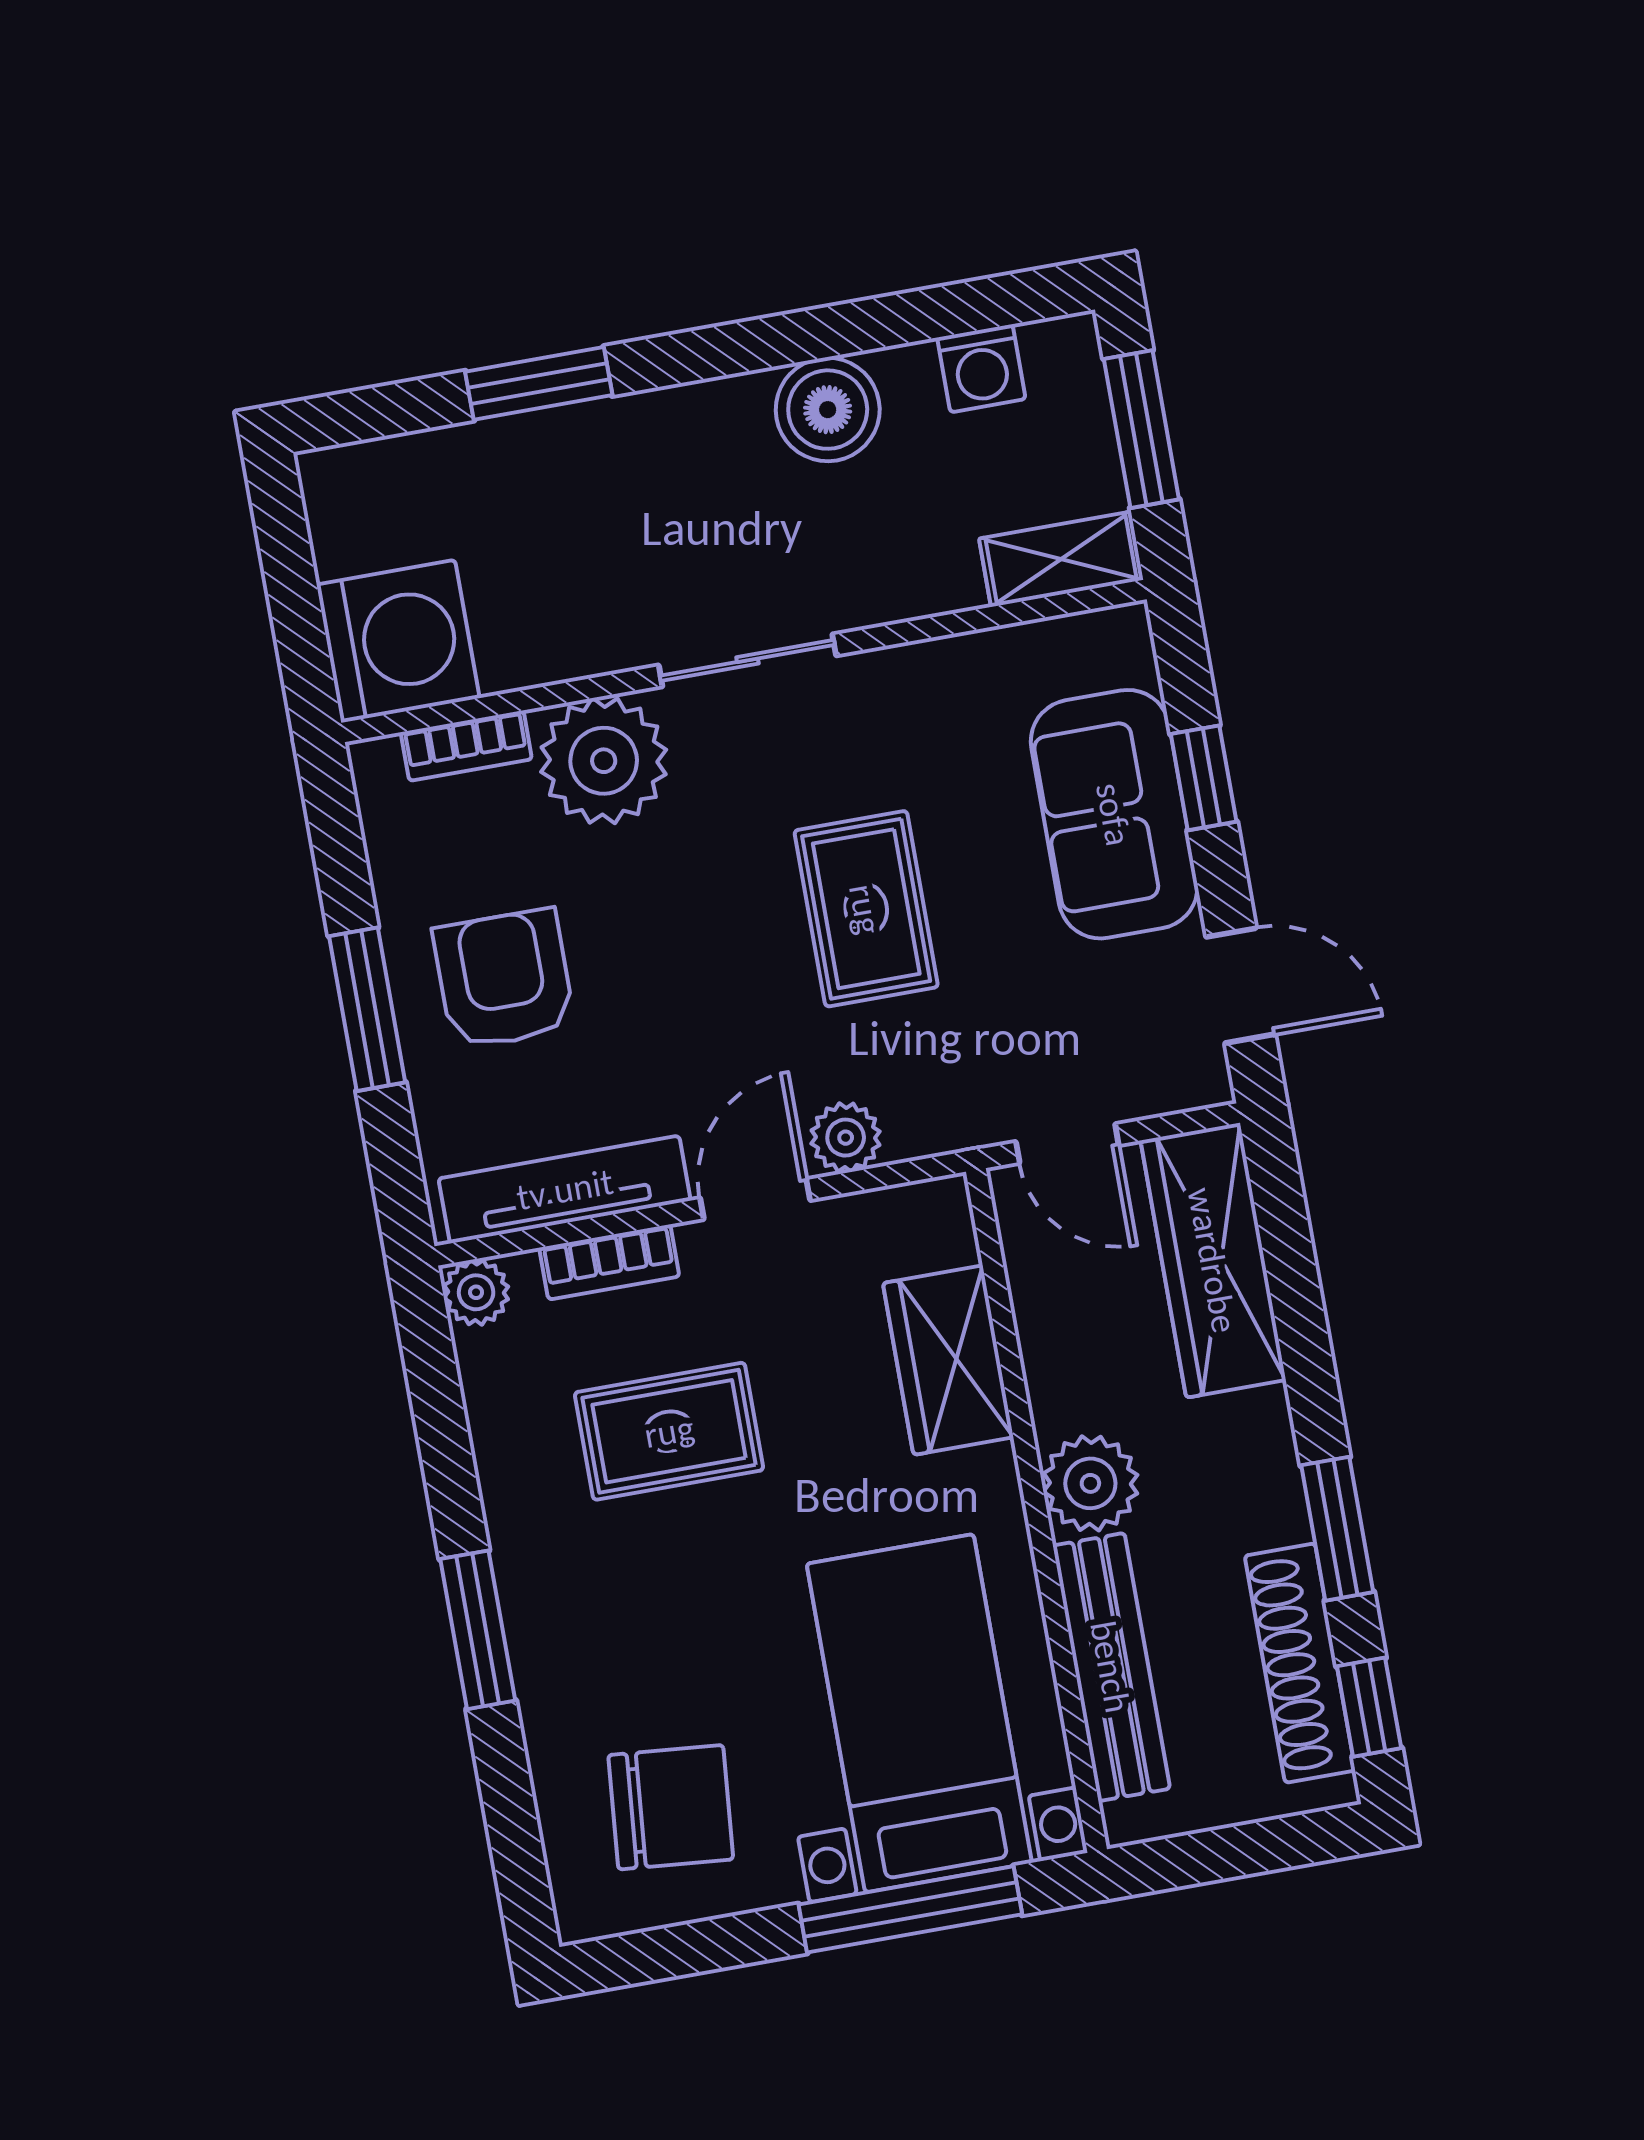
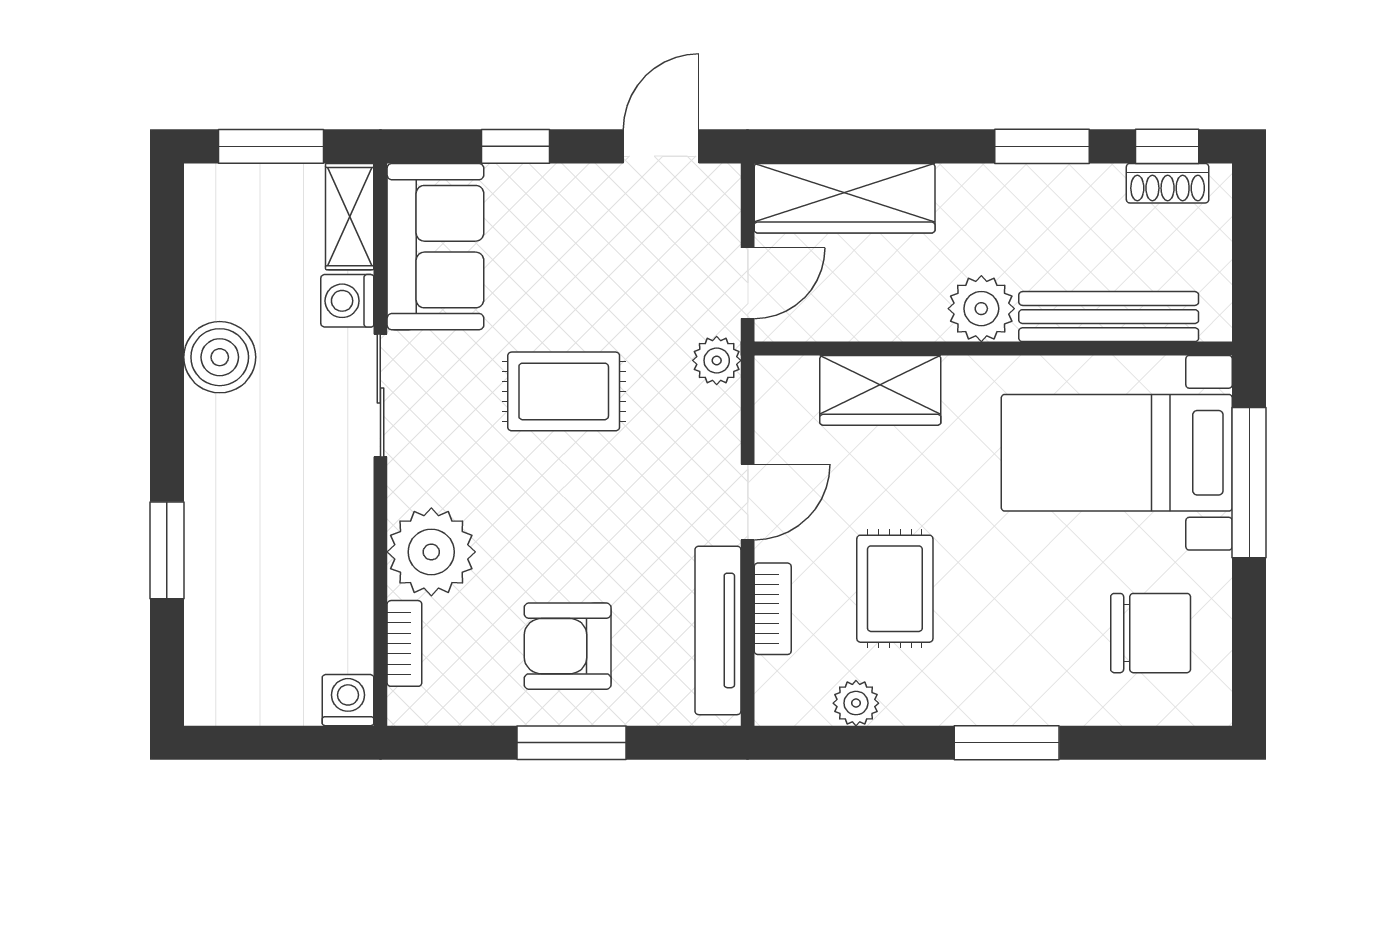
washing machine: (981, 368) -> (347, 301), moved, turned 180
washing machine: (398, 641) -> (348, 700), width x0.53, depth x0.53
sliding door: (747, 660) -> (380, 395), moved
sofa: (1114, 814) -> (435, 247), moved, turned -90
plant: (846, 1138) -> (717, 360), moved
door: (755, 1199) -> (748, 502), swing flipped
plant: (476, 1292) -> (856, 703), moved
shoe rack: (1300, 1663) -> (1168, 183), width x0.51, depth x0.81
chair: (671, 1807) -> (1151, 633), turned 85

